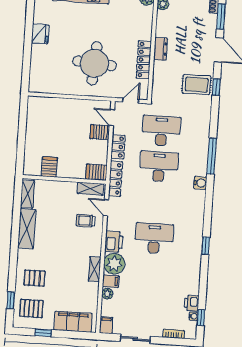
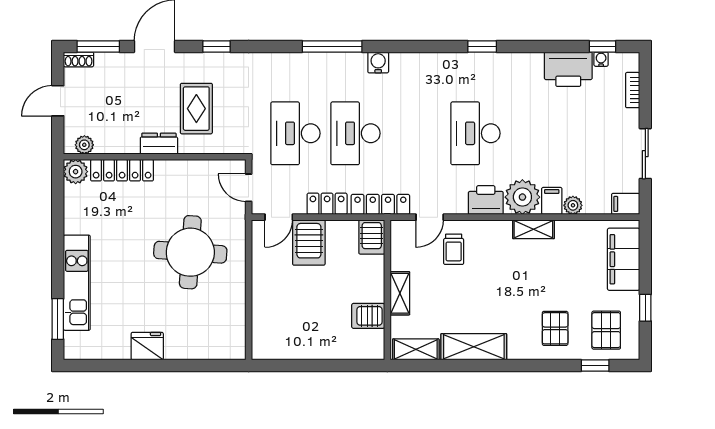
locker: (144, 60) -> (122, 170), moved
rug: (197, 85) -> (196, 109), moved
server rack: (100, 132) -> (309, 243), width x1.36, depth x1.44
shelving: (90, 189) -> (400, 293), moved
printer: (192, 303) -> (568, 69), width x1.87, depth x1.48

